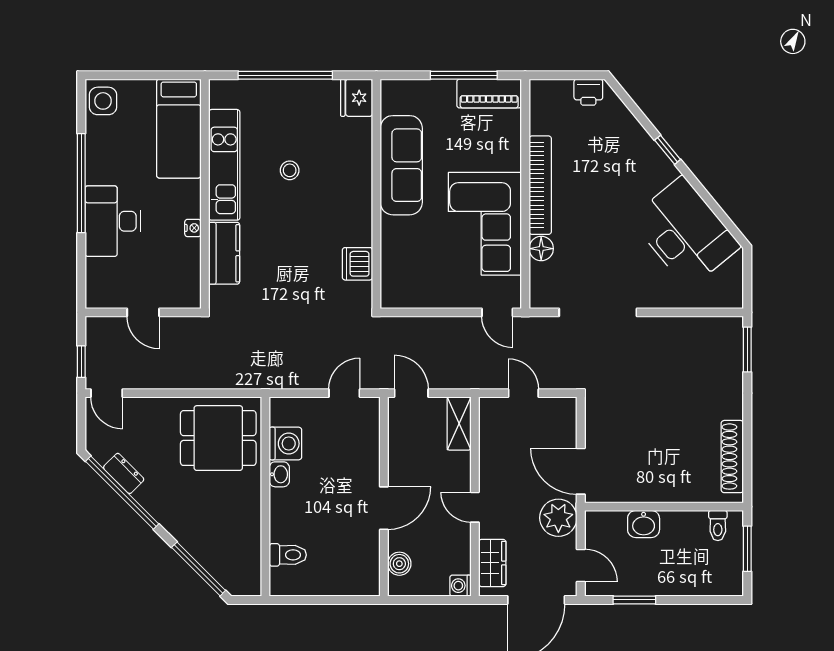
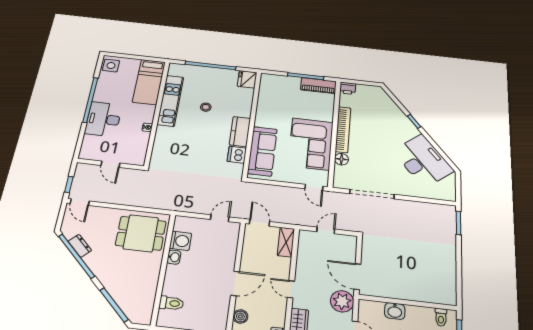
printer: (588, 92) -> (348, 88), moved
sofa: (401, 165) -> (262, 151), moved
kitchen counter: (224, 253) -> (240, 132), moved, turned 180
door: (523, 393) -> (326, 230), hinge flipped
shoe rack: (732, 457) -> (450, 279), removed

